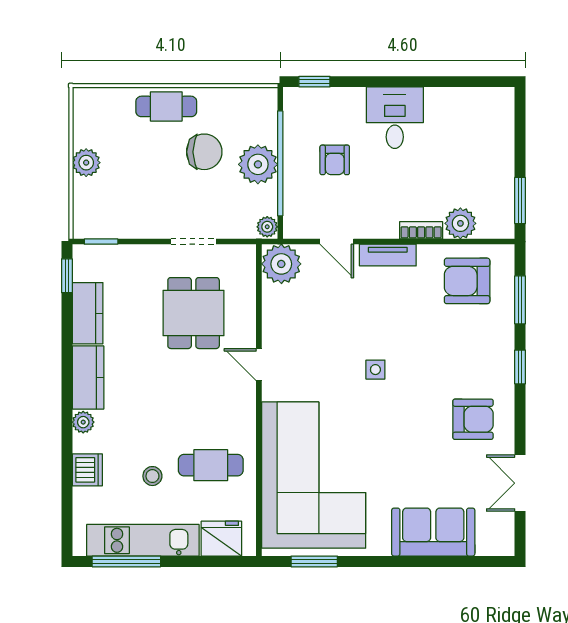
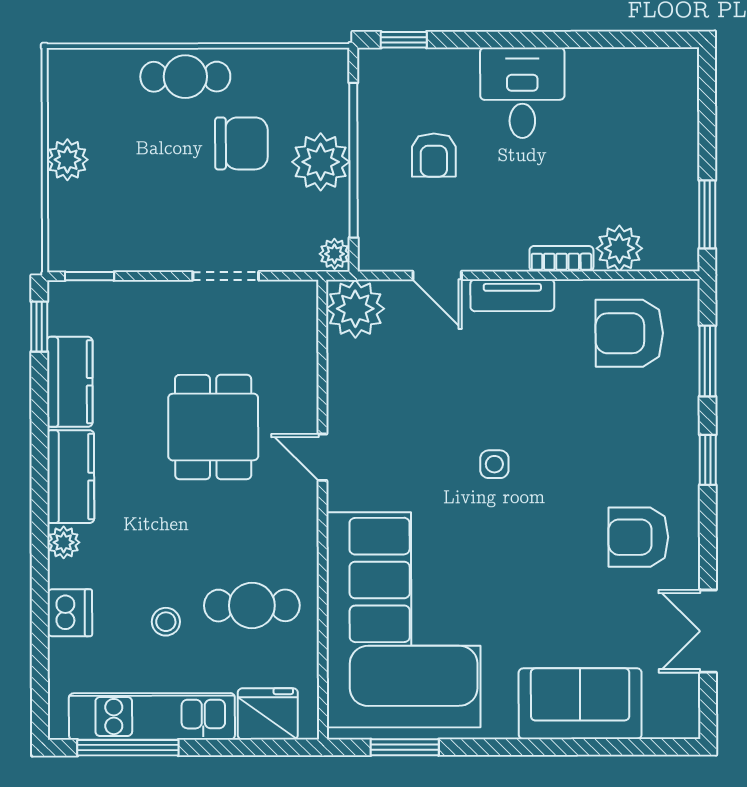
dining table: (194, 313) -> (213, 427), moved
armchair: (473, 419) -> (638, 537), turned 180

